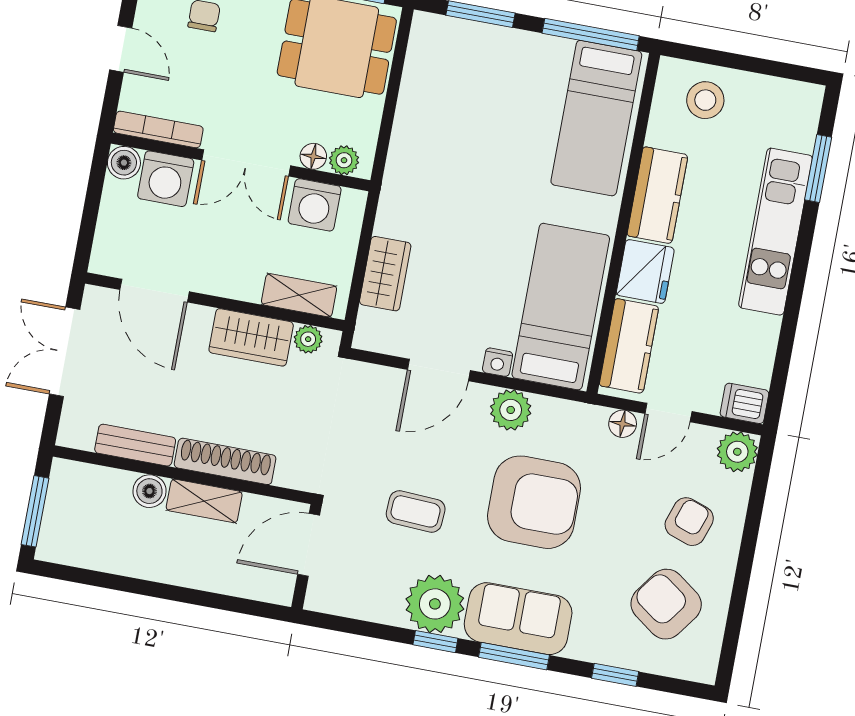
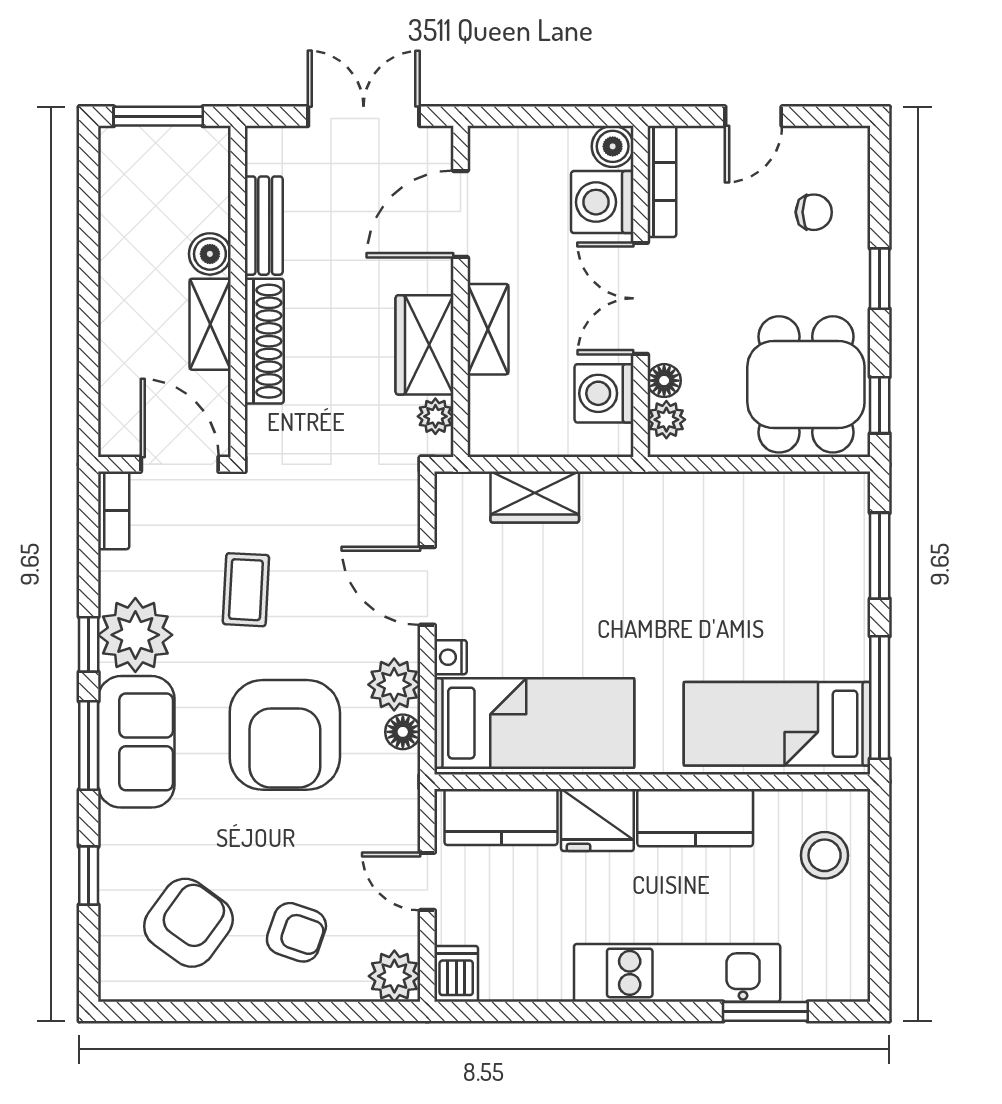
shelving: (299, 295) -> (488, 329), moved
floor lamp: (623, 424) -> (403, 732), moved
bookcase: (335, 603) -> (114, 510), added

